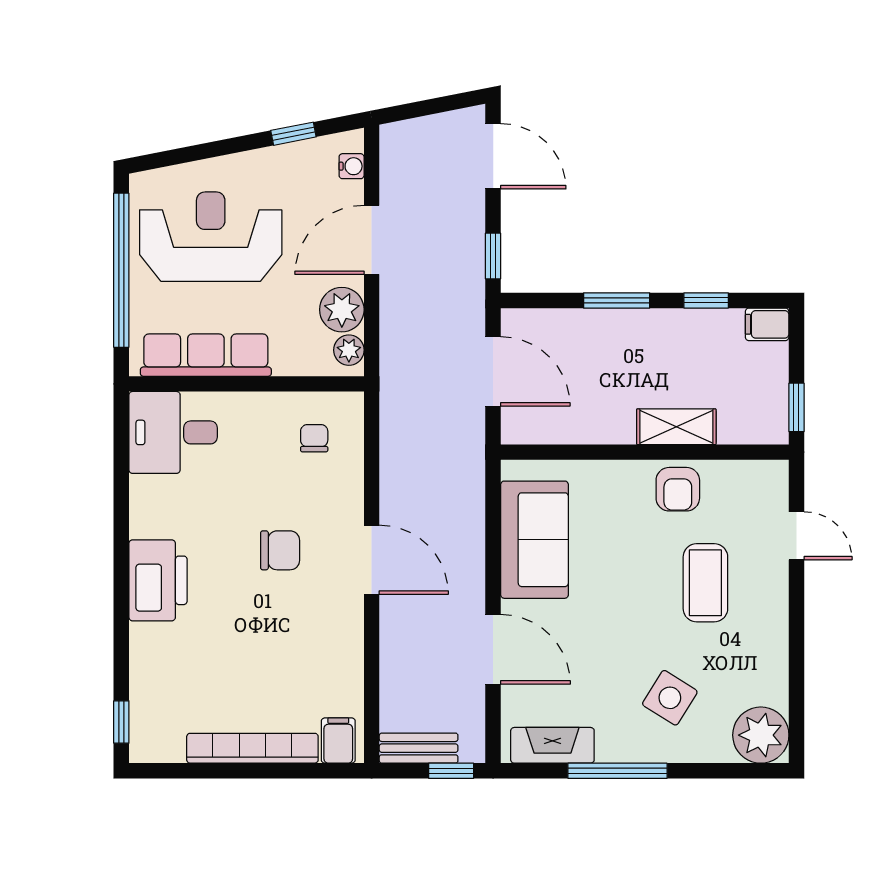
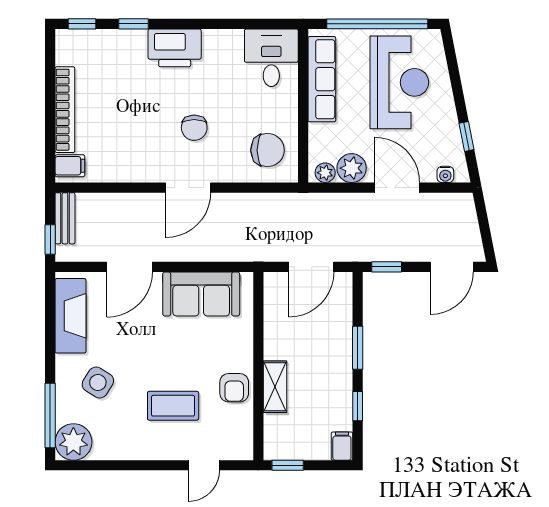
chair: (314, 438) -> (268, 150), width x1.87, depth x1.87
armchair: (678, 489) -> (234, 388), turned -90
window: (121, 643) -> (134, 24), added
fireplace: (552, 745) -> (70, 316), width x1.37, depth x1.32
window: (617, 771) -> (50, 416), moved

